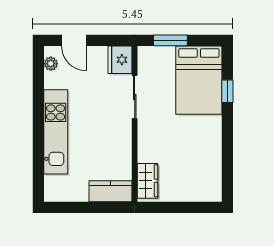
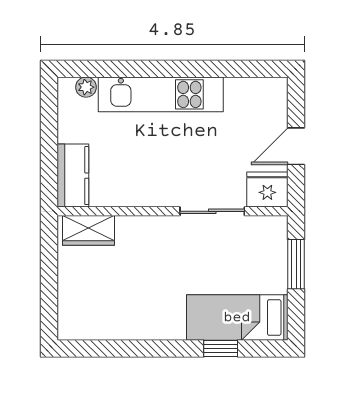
door: (74, 40) -> (296, 146), moved
plant: (51, 64) -> (86, 87), moved
bed: (199, 80) -> (237, 318), width x0.67

